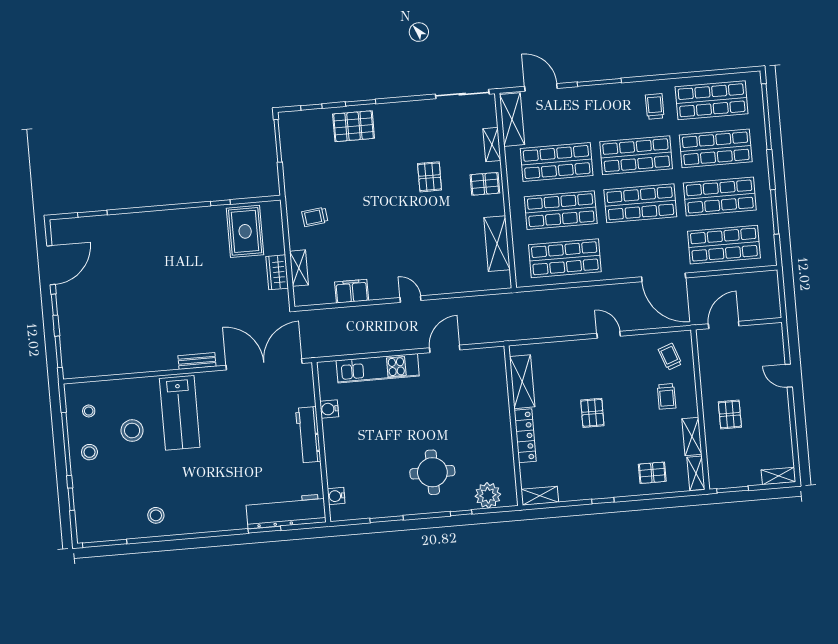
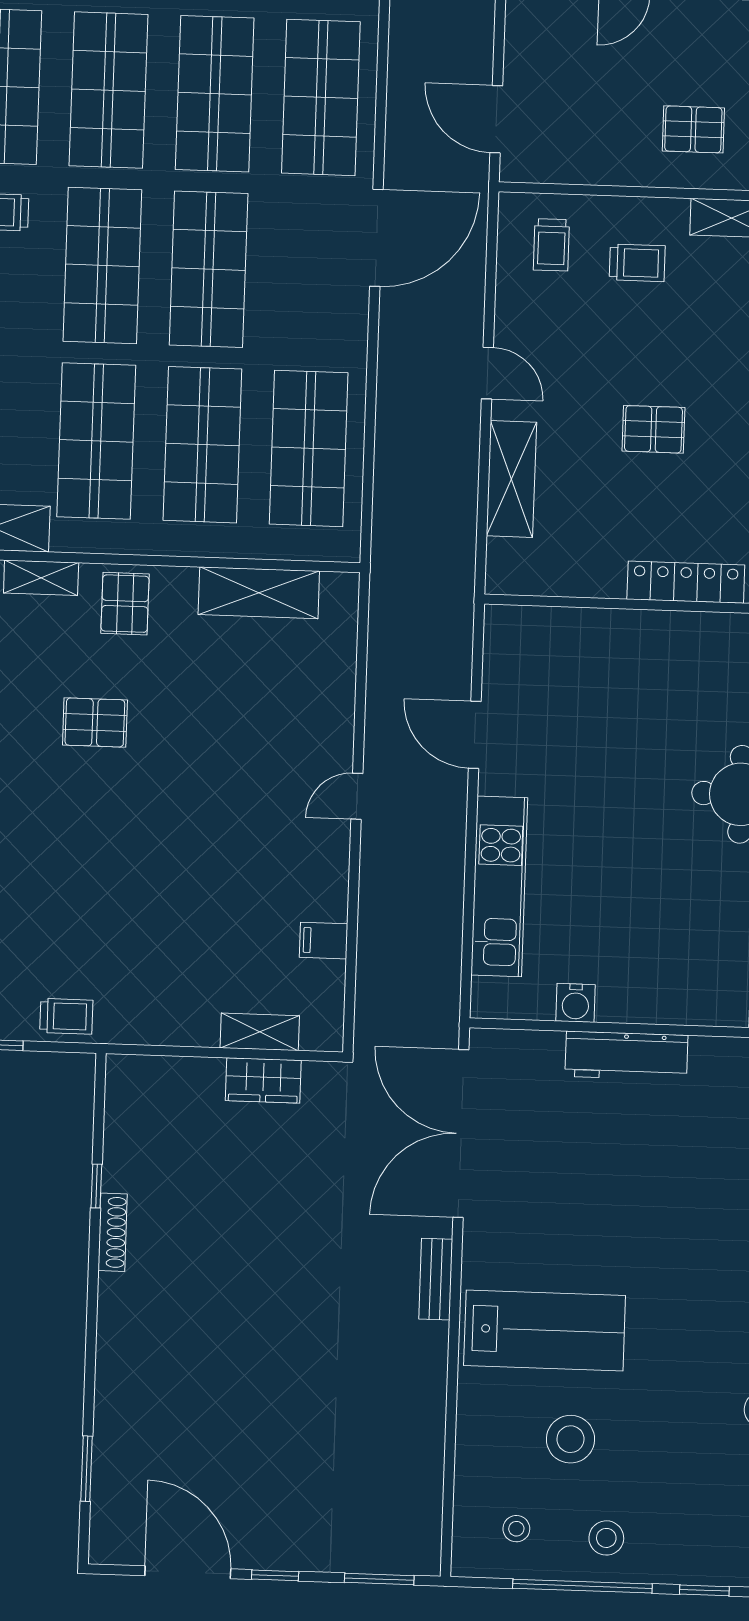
shoe rack: (200, 213) -> (113, 1232), added
trolley: (315, 217) -> (66, 1016), moved, turned -83
rug: (245, 231) -> (165, 1140), removed
filing cabinet: (352, 291) -> (324, 941), width x0.50
door: (609, 335) -> (487, 373), swing flipped
trolley: (670, 357) -> (551, 245), turned -70
shelving: (522, 382) -> (511, 479), moved, turned 90

